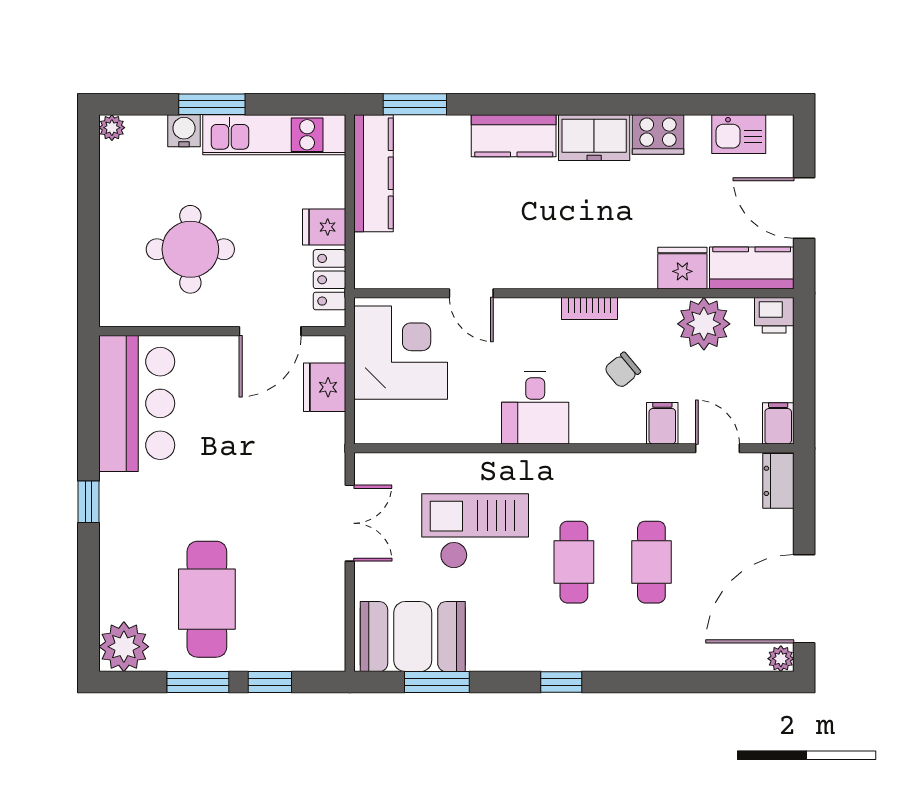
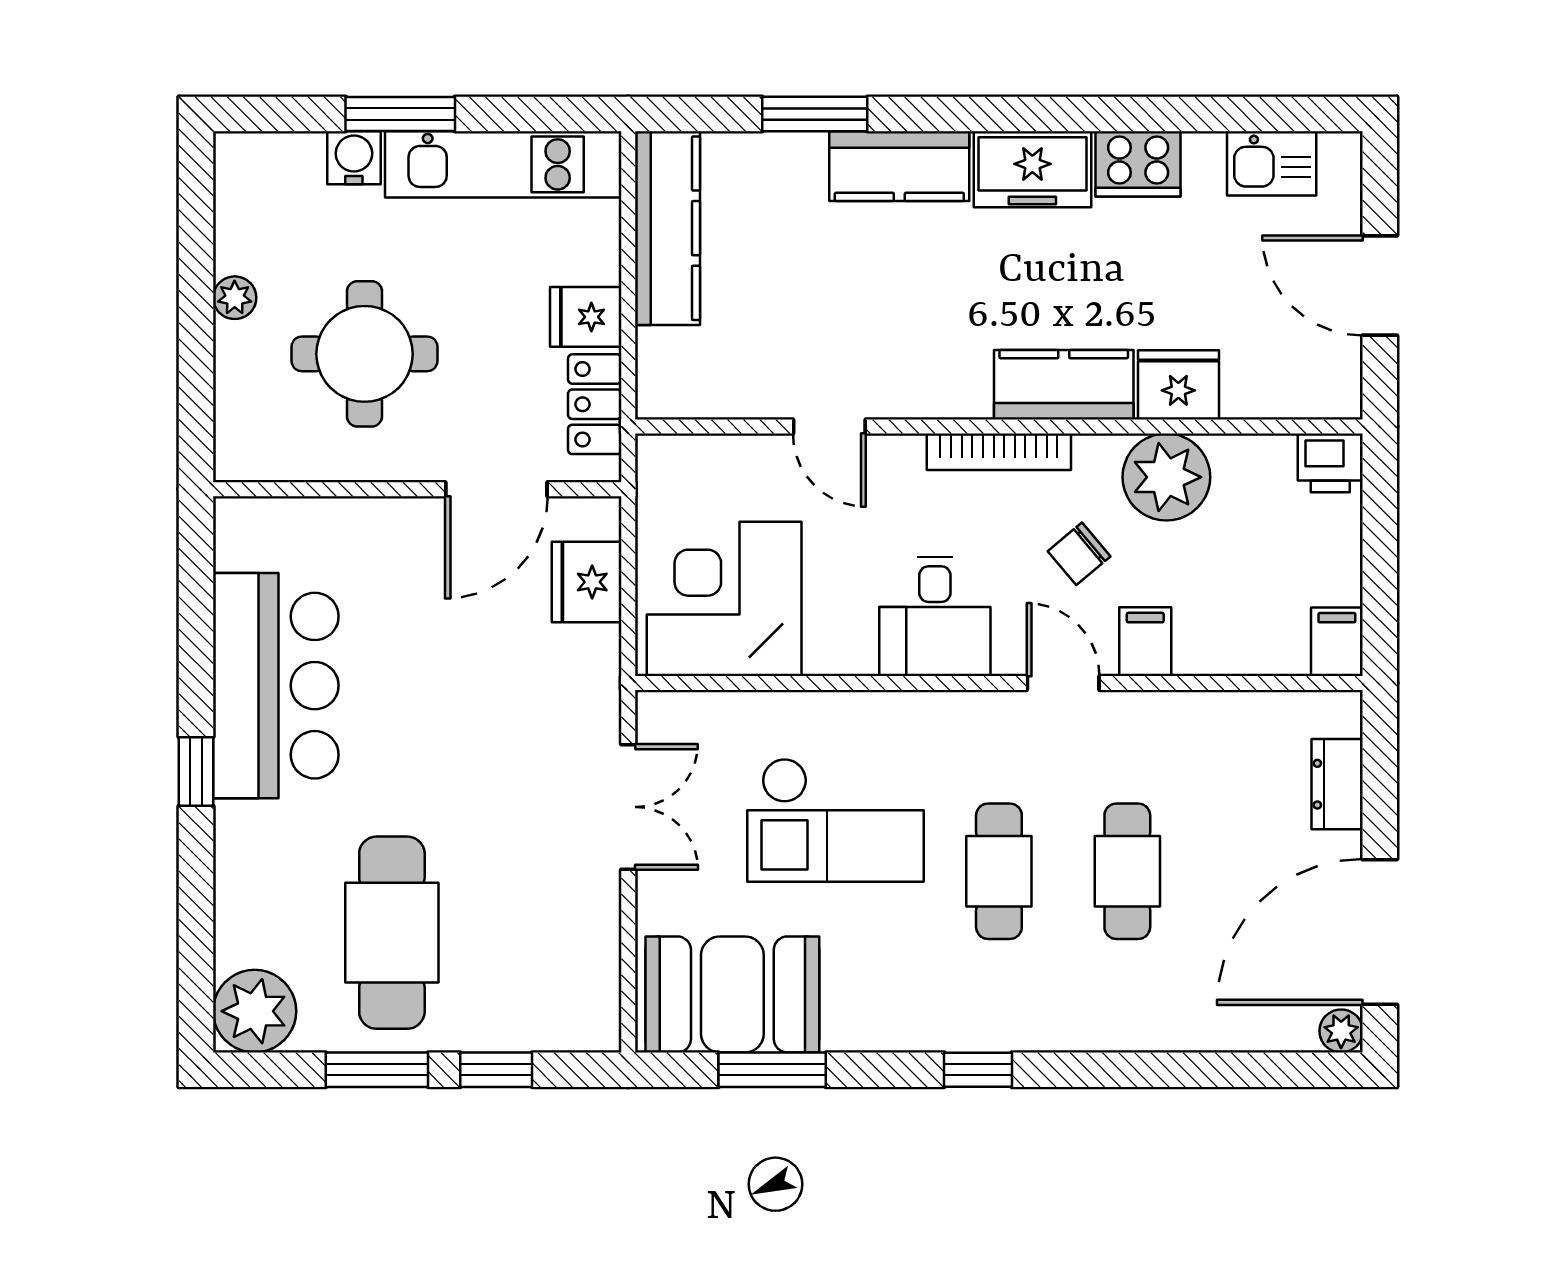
window: (415, 104) -> (815, 114), moved
plant: (112, 128) -> (235, 298), moved
kitchen counter: (752, 268) -> (1064, 385), moved
bookcase: (590, 308) -> (999, 452), width x1.56
plant: (704, 324) -> (1166, 477), moved
corner desk: (401, 353) -> (724, 599), moved, turned -90
bar counter: (137, 403) -> (276, 686), moved
door: (717, 448) -> (1063, 683), moved
dresser: (778, 481) -> (1337, 784), moved
checkout: (475, 531) -> (836, 820), turned 180

